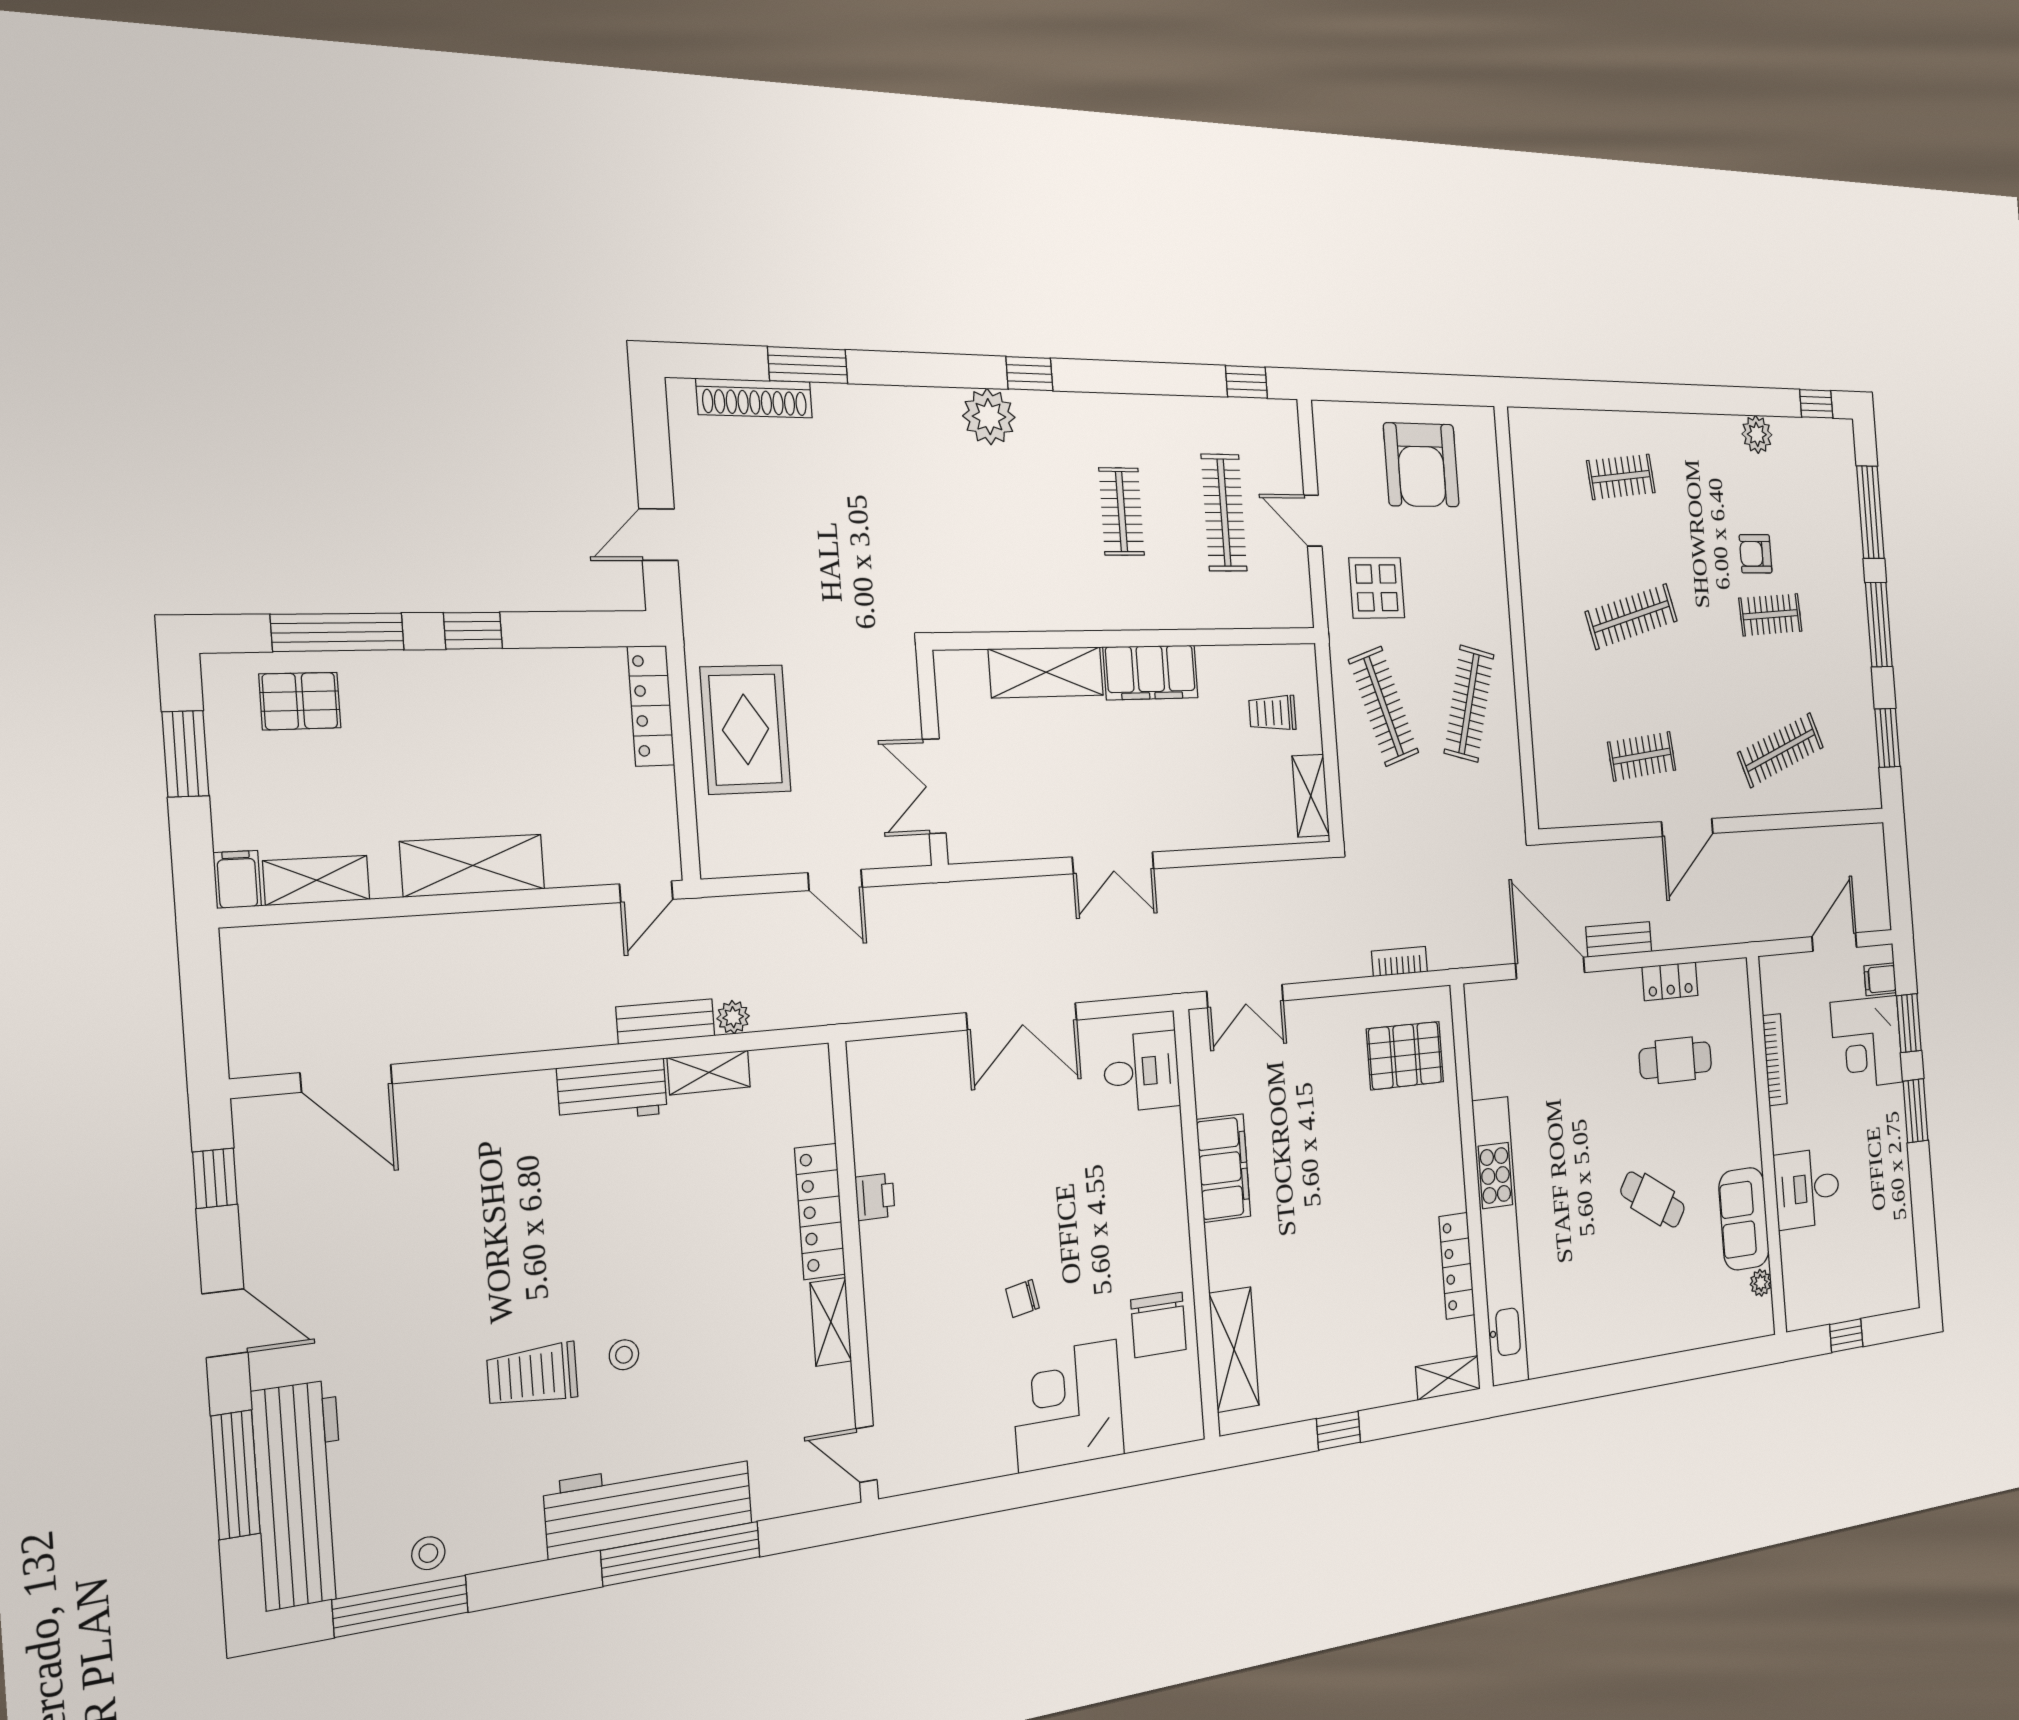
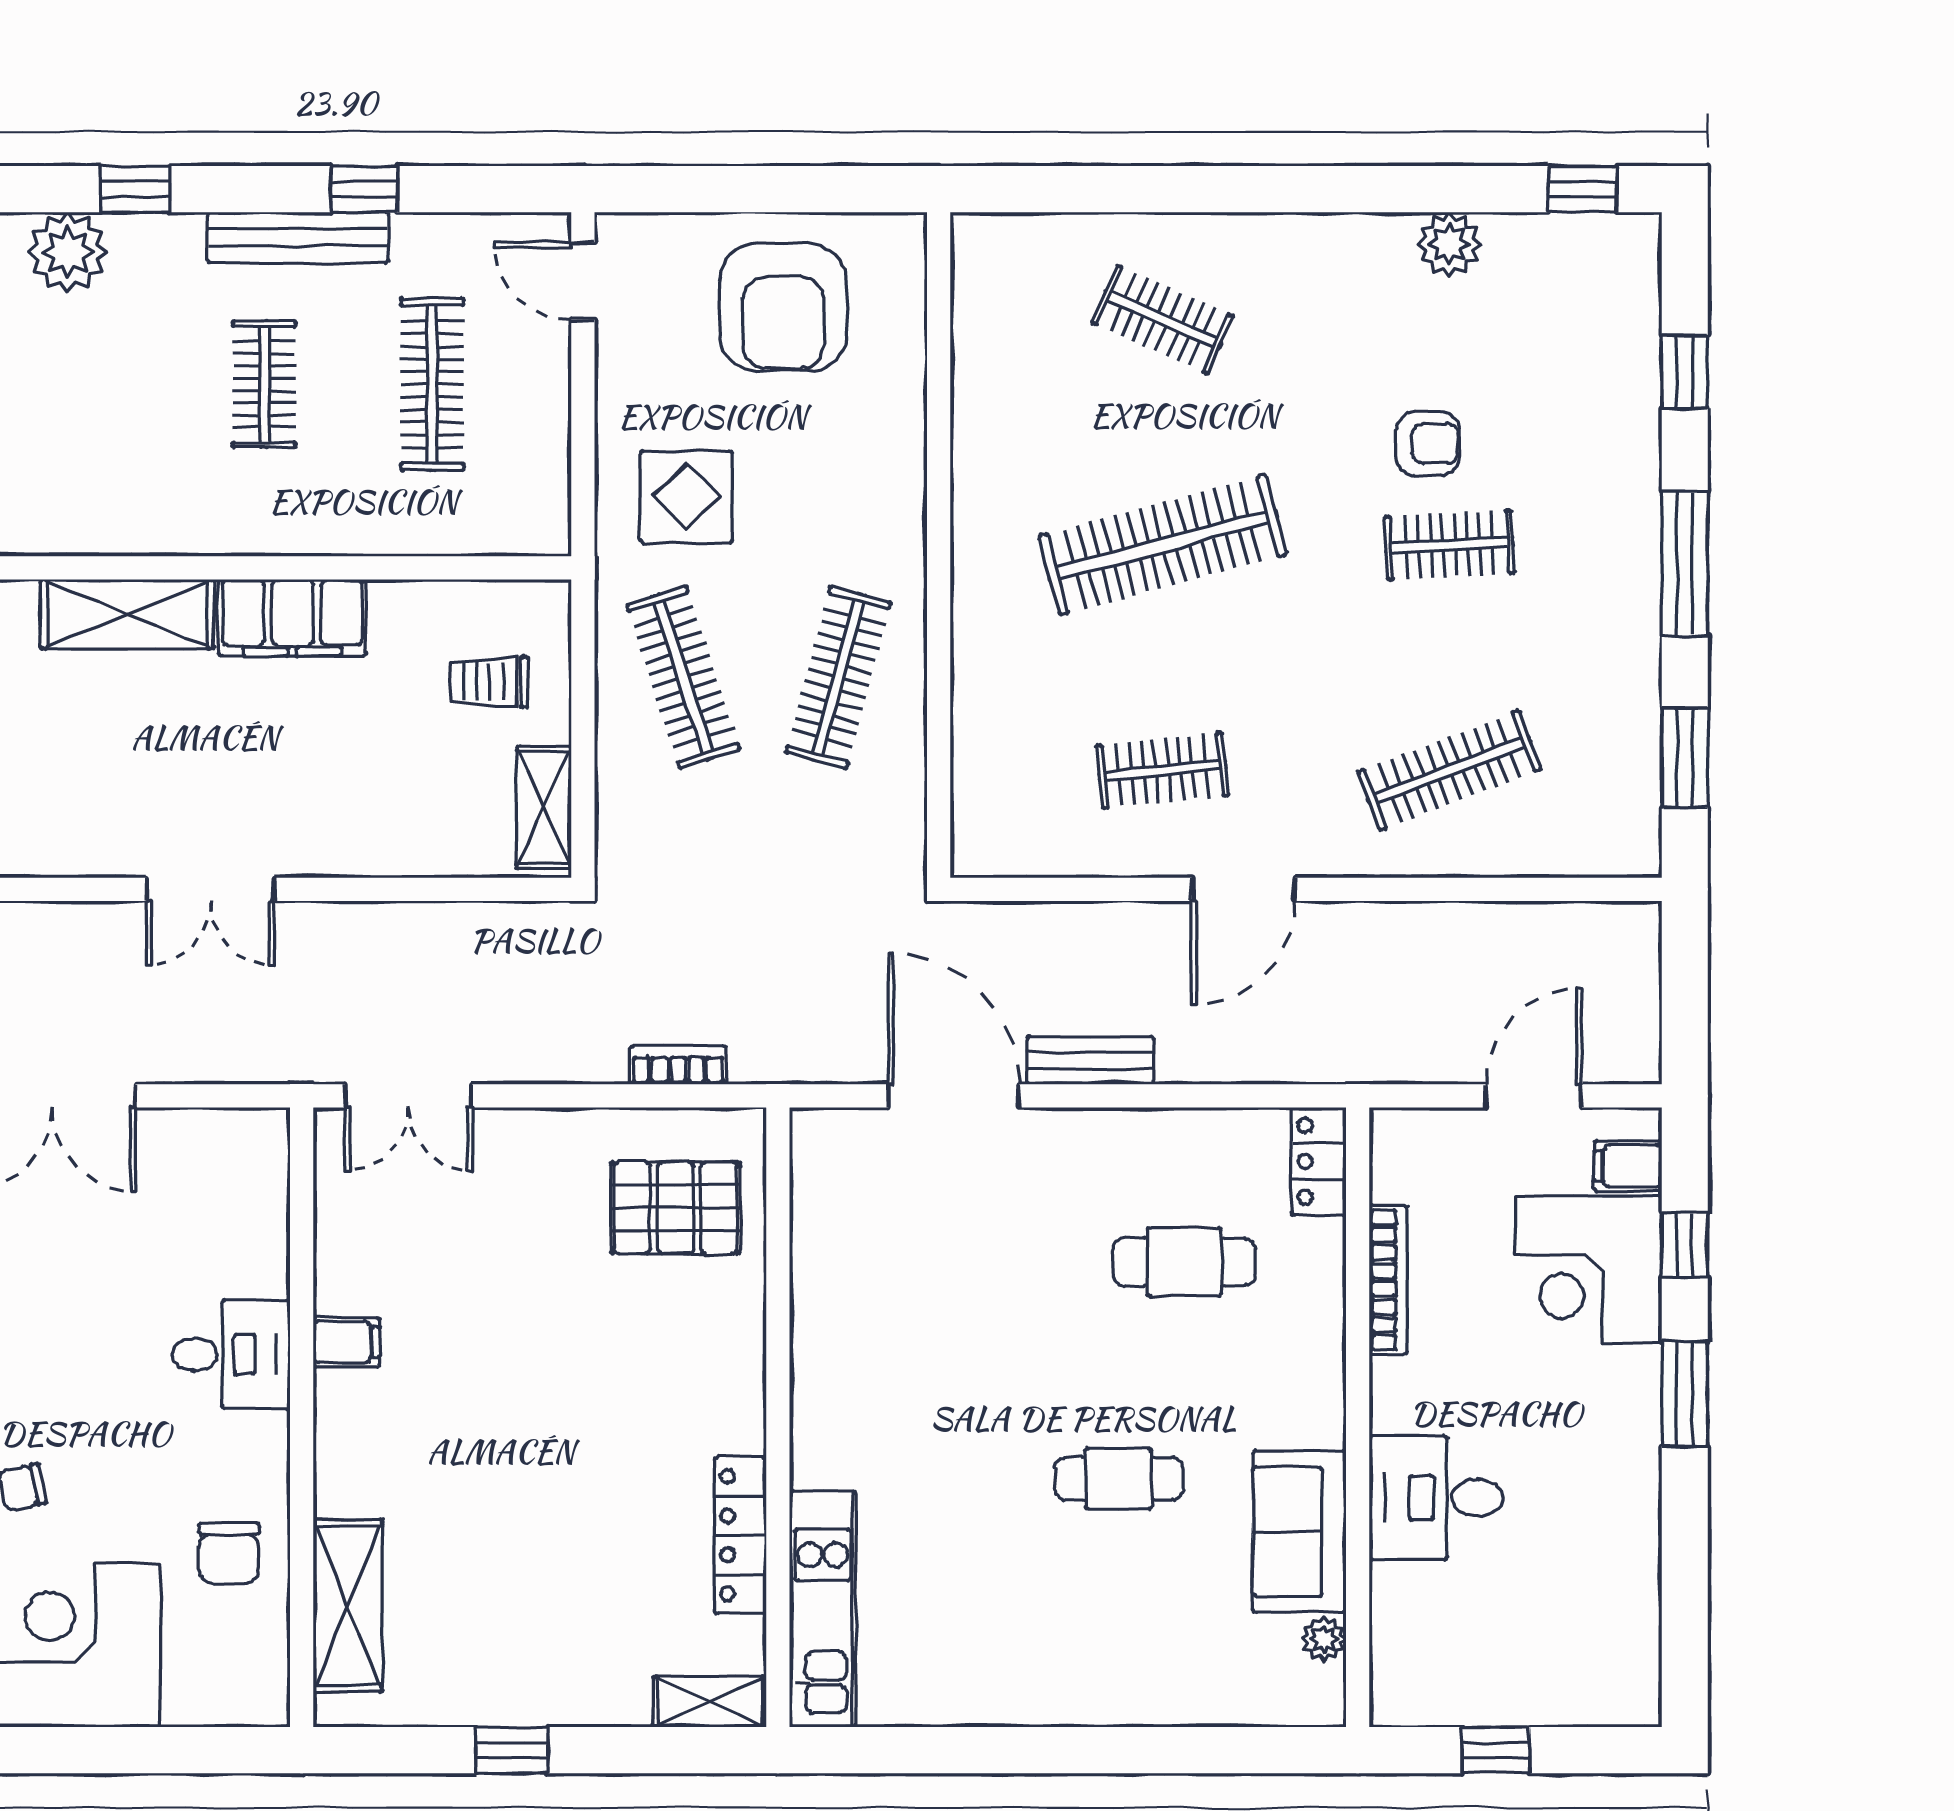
window: (1246, 382) -> (364, 189), moved
bench: (1135, 411) -> (298, 237), added
clothes rail: (1621, 477) -> (1163, 319), turned 30
window: (1870, 512) -> (1685, 372), width x0.46
door: (1313, 521) -> (583, 281), moved
armchair: (1756, 554) -> (1428, 443), turned 180
clothes rail: (1631, 616) -> (1163, 545), width x1.37, depth x1.31
locker: (1670, 981) -> (1319, 1161), moved, turned 90
window: (1909, 1023) -> (1685, 1245), width x0.67
desk: (1142, 1071) -> (231, 1354), moved
filing cabinet: (1223, 1168) -> (346, 1342), width x0.33, depth x0.86
cafe table: (1653, 1200) -> (1119, 1479), turned -33
kitchen unit: (1500, 1241) -> (823, 1609), width x0.54
chair: (1159, 1325) -> (229, 1553), width x0.73, depth x0.73

